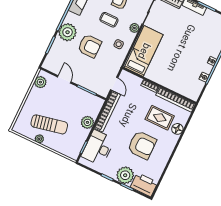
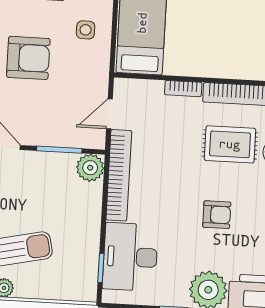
door: (114, 84) -> (109, 114), swing flipped
plant: (87, 122) -> (90, 168), moved
armchair: (142, 145) -> (217, 215), width x0.53, depth x0.53

